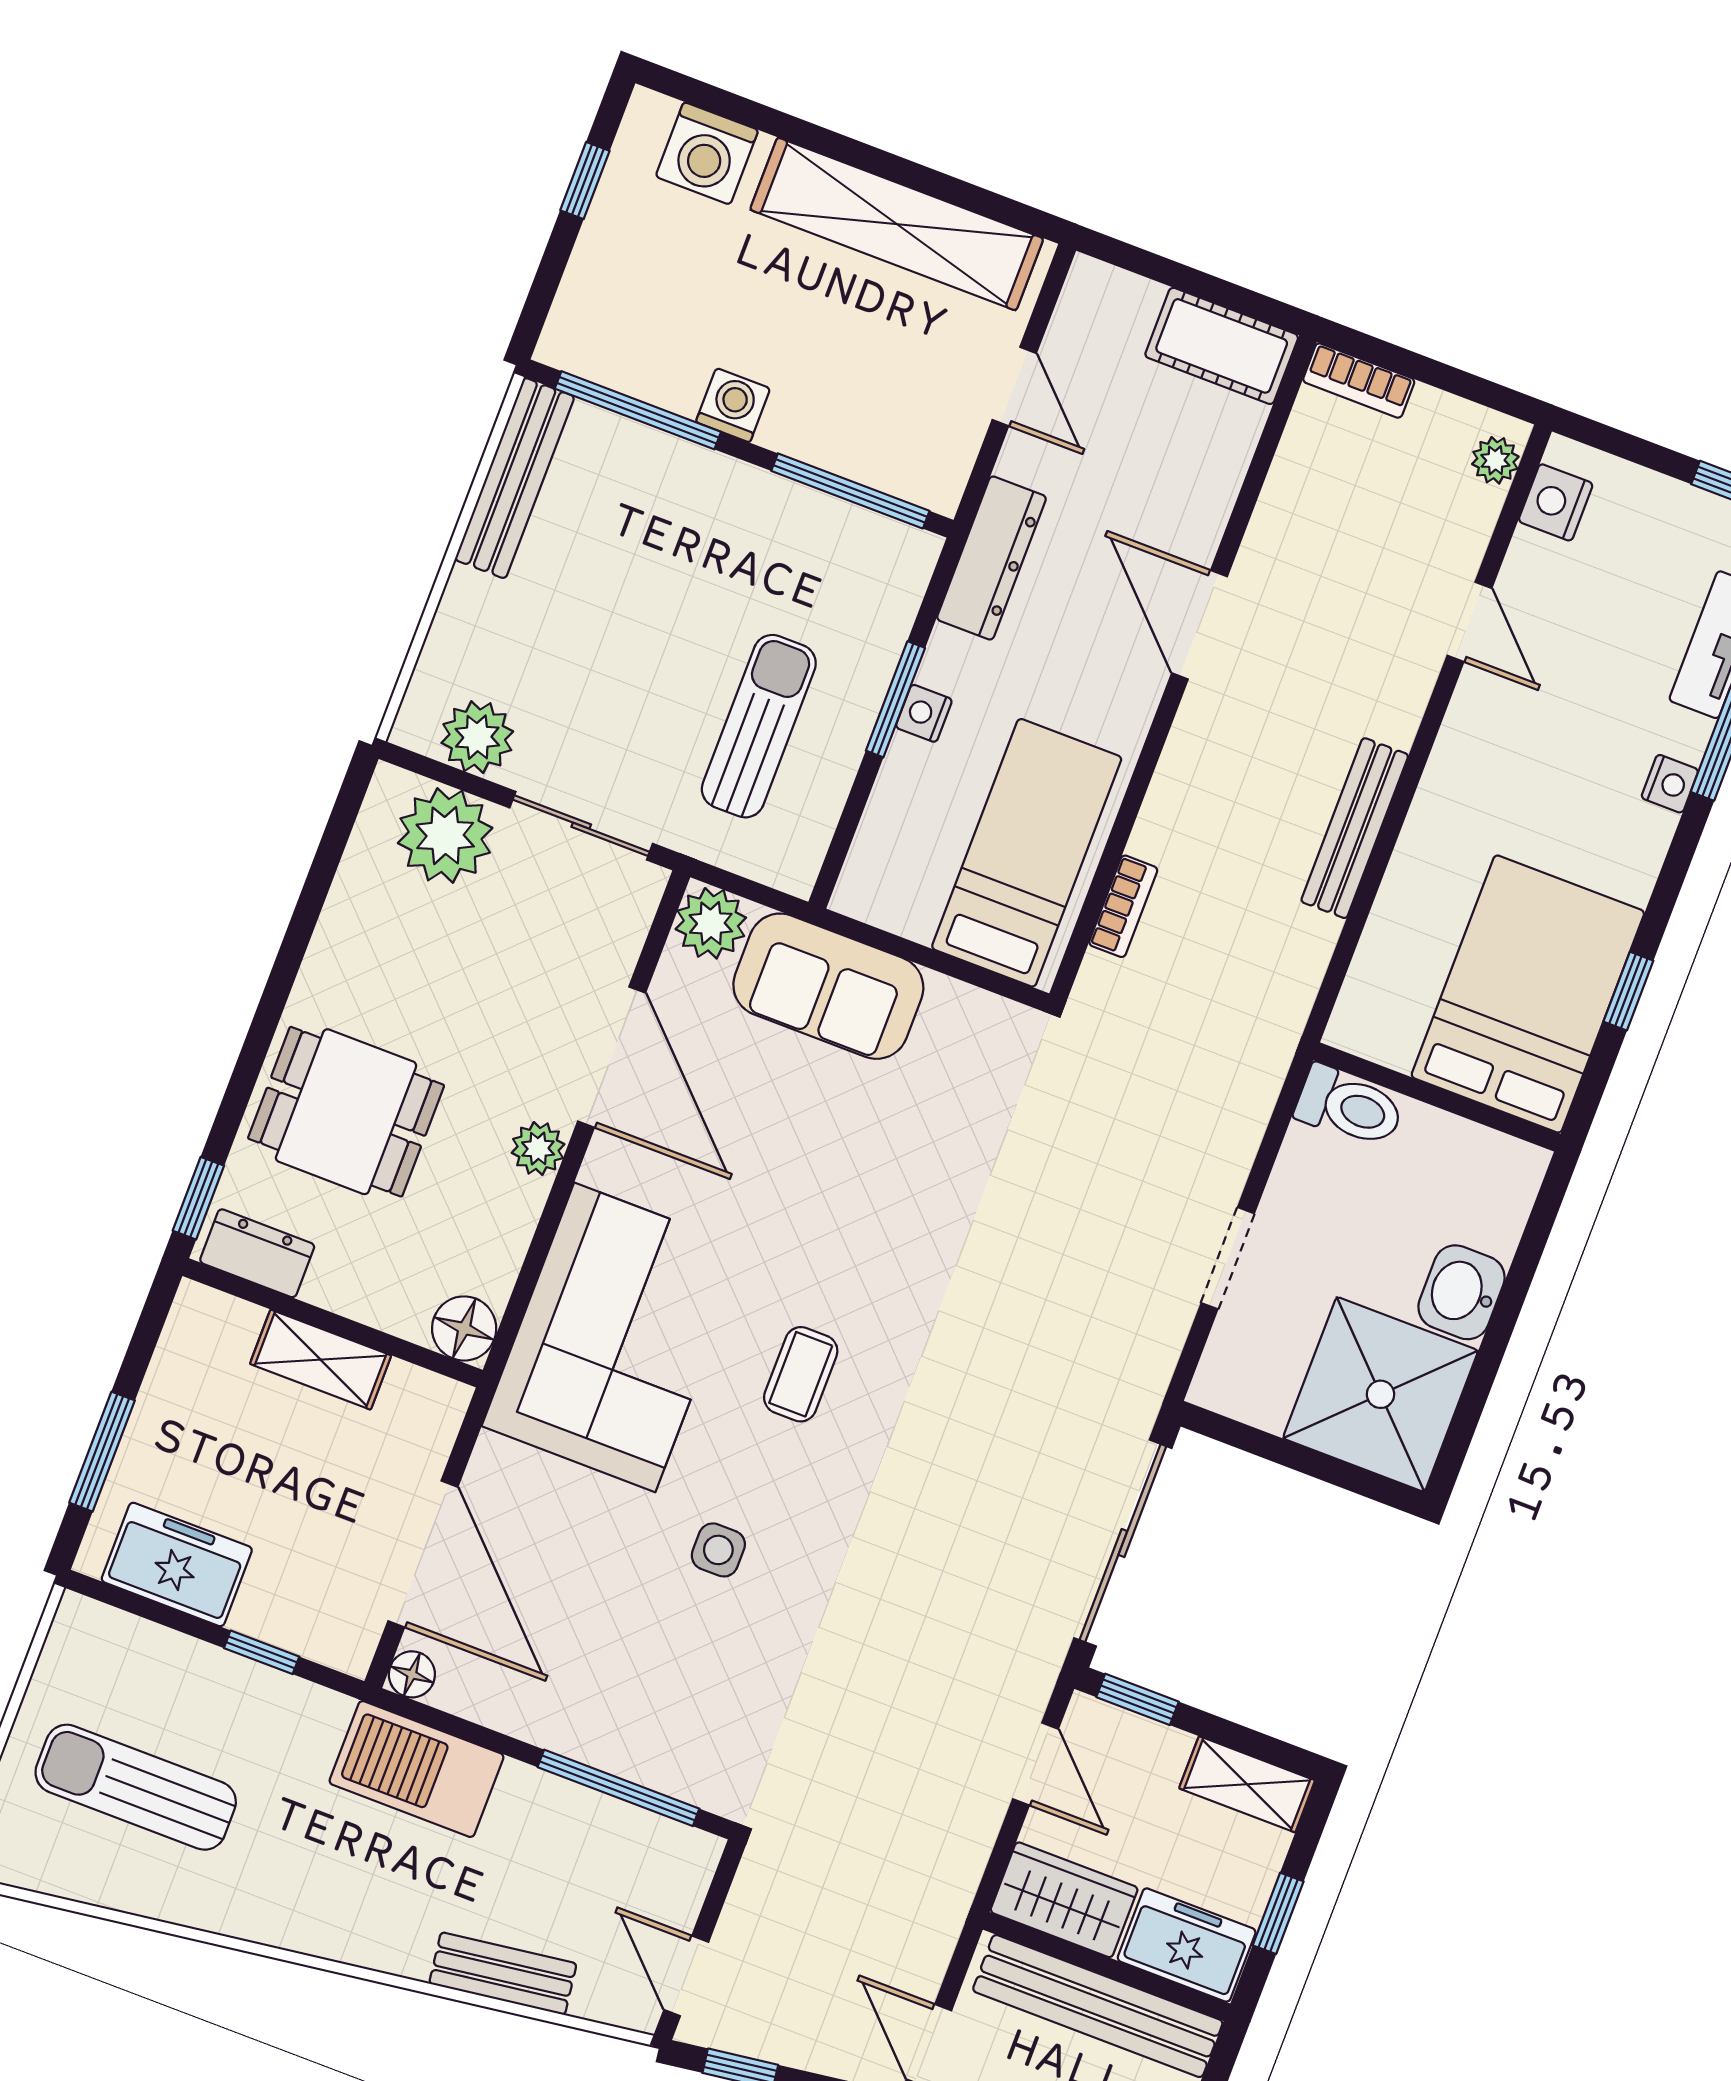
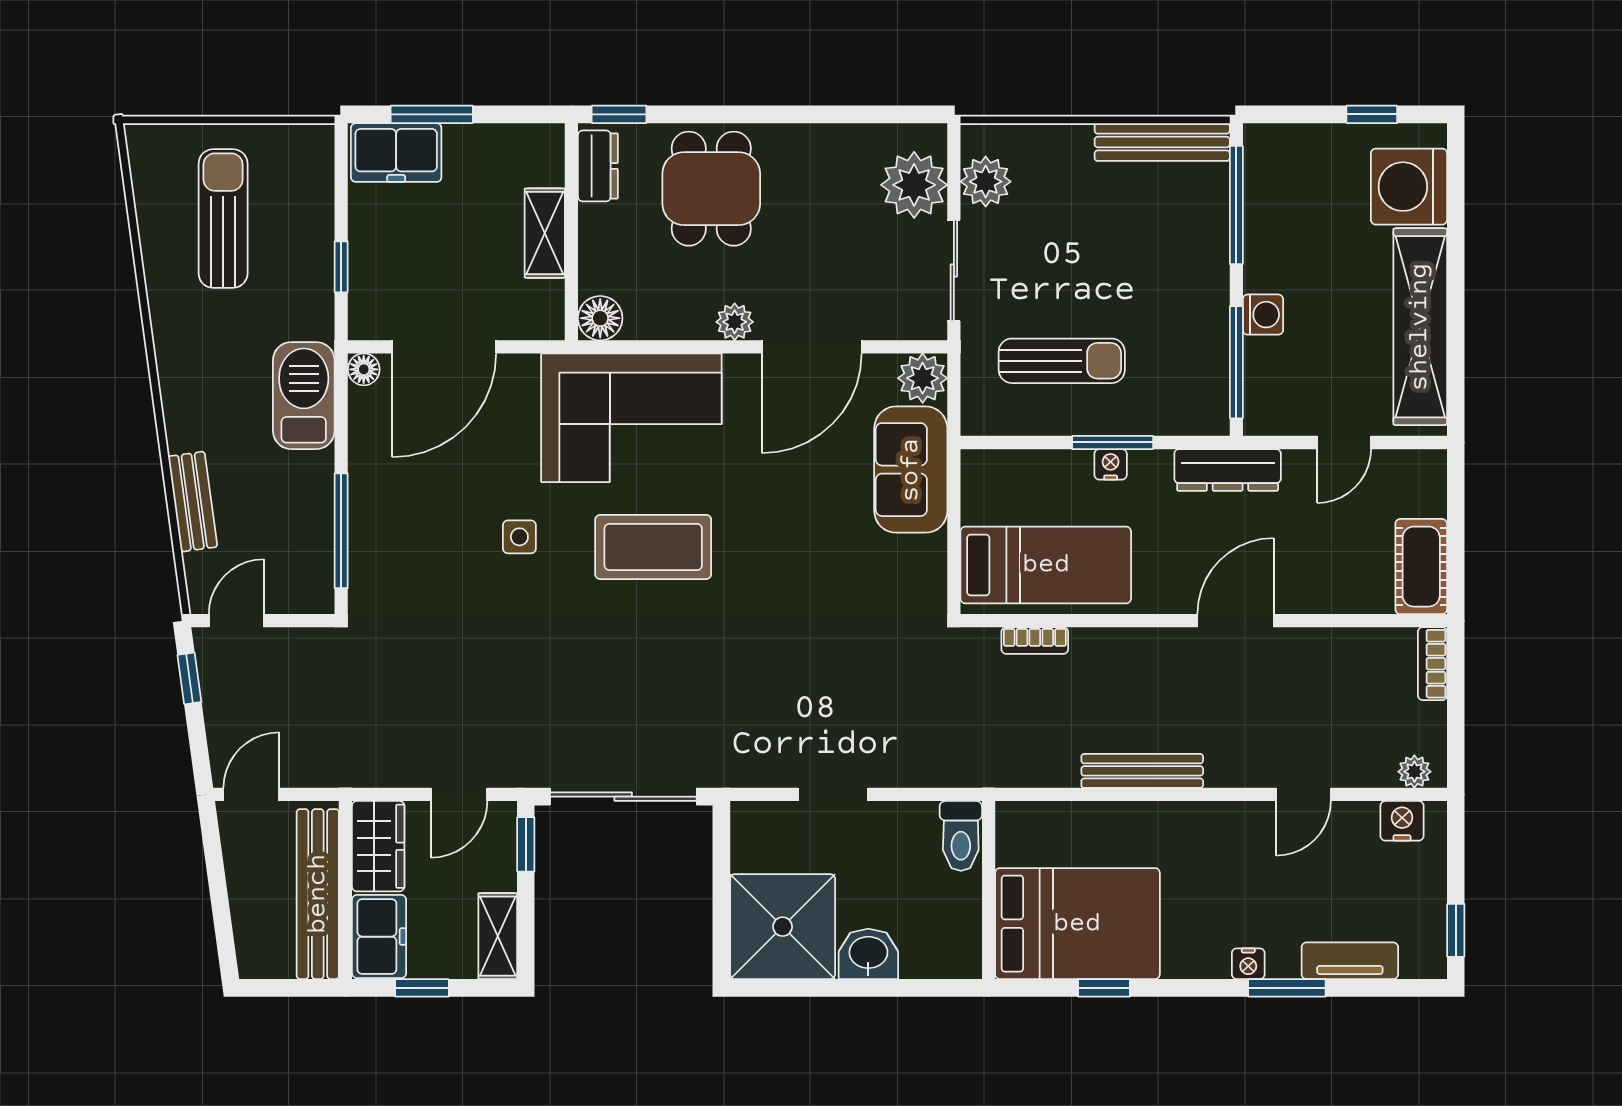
washing machine: (707, 153) -> (1409, 187), width x1.37, depth x1.37
washing machine: (733, 405) -> (1263, 315), moved
coffee table: (801, 1374) -> (653, 547), width x1.86, depth x1.72
freezer: (177, 1564) -> (396, 153), moved, turned 90

